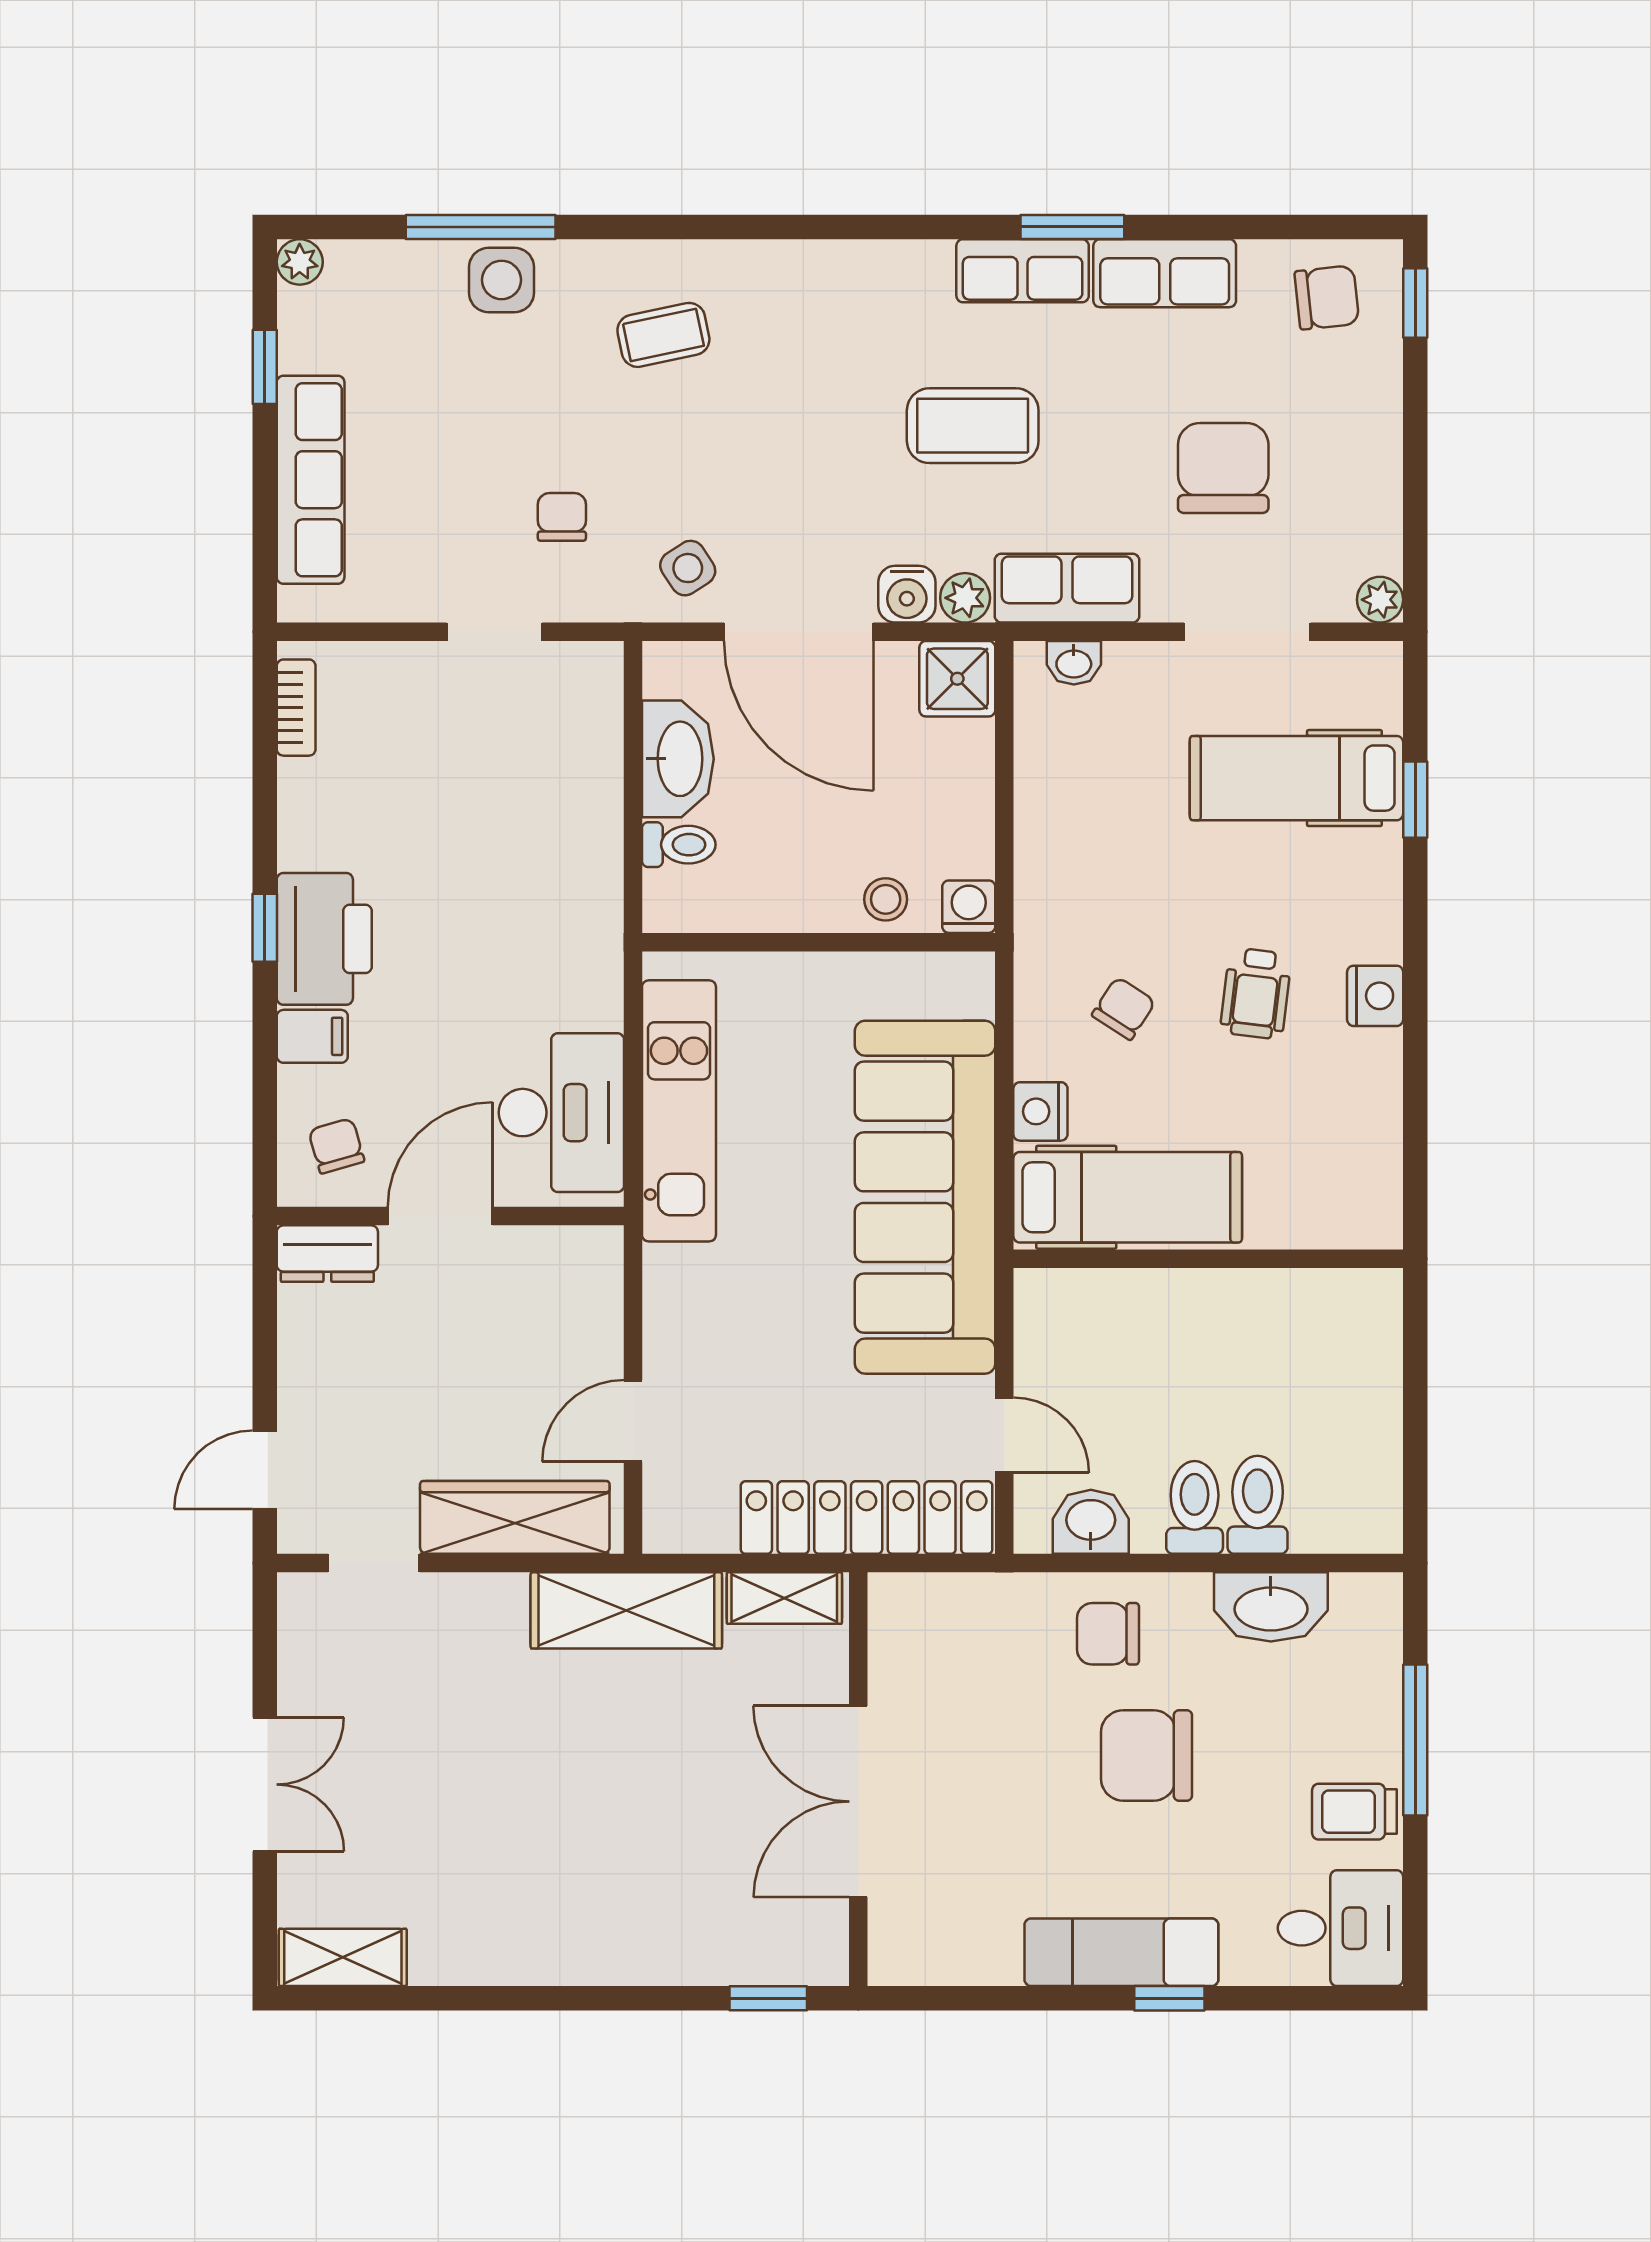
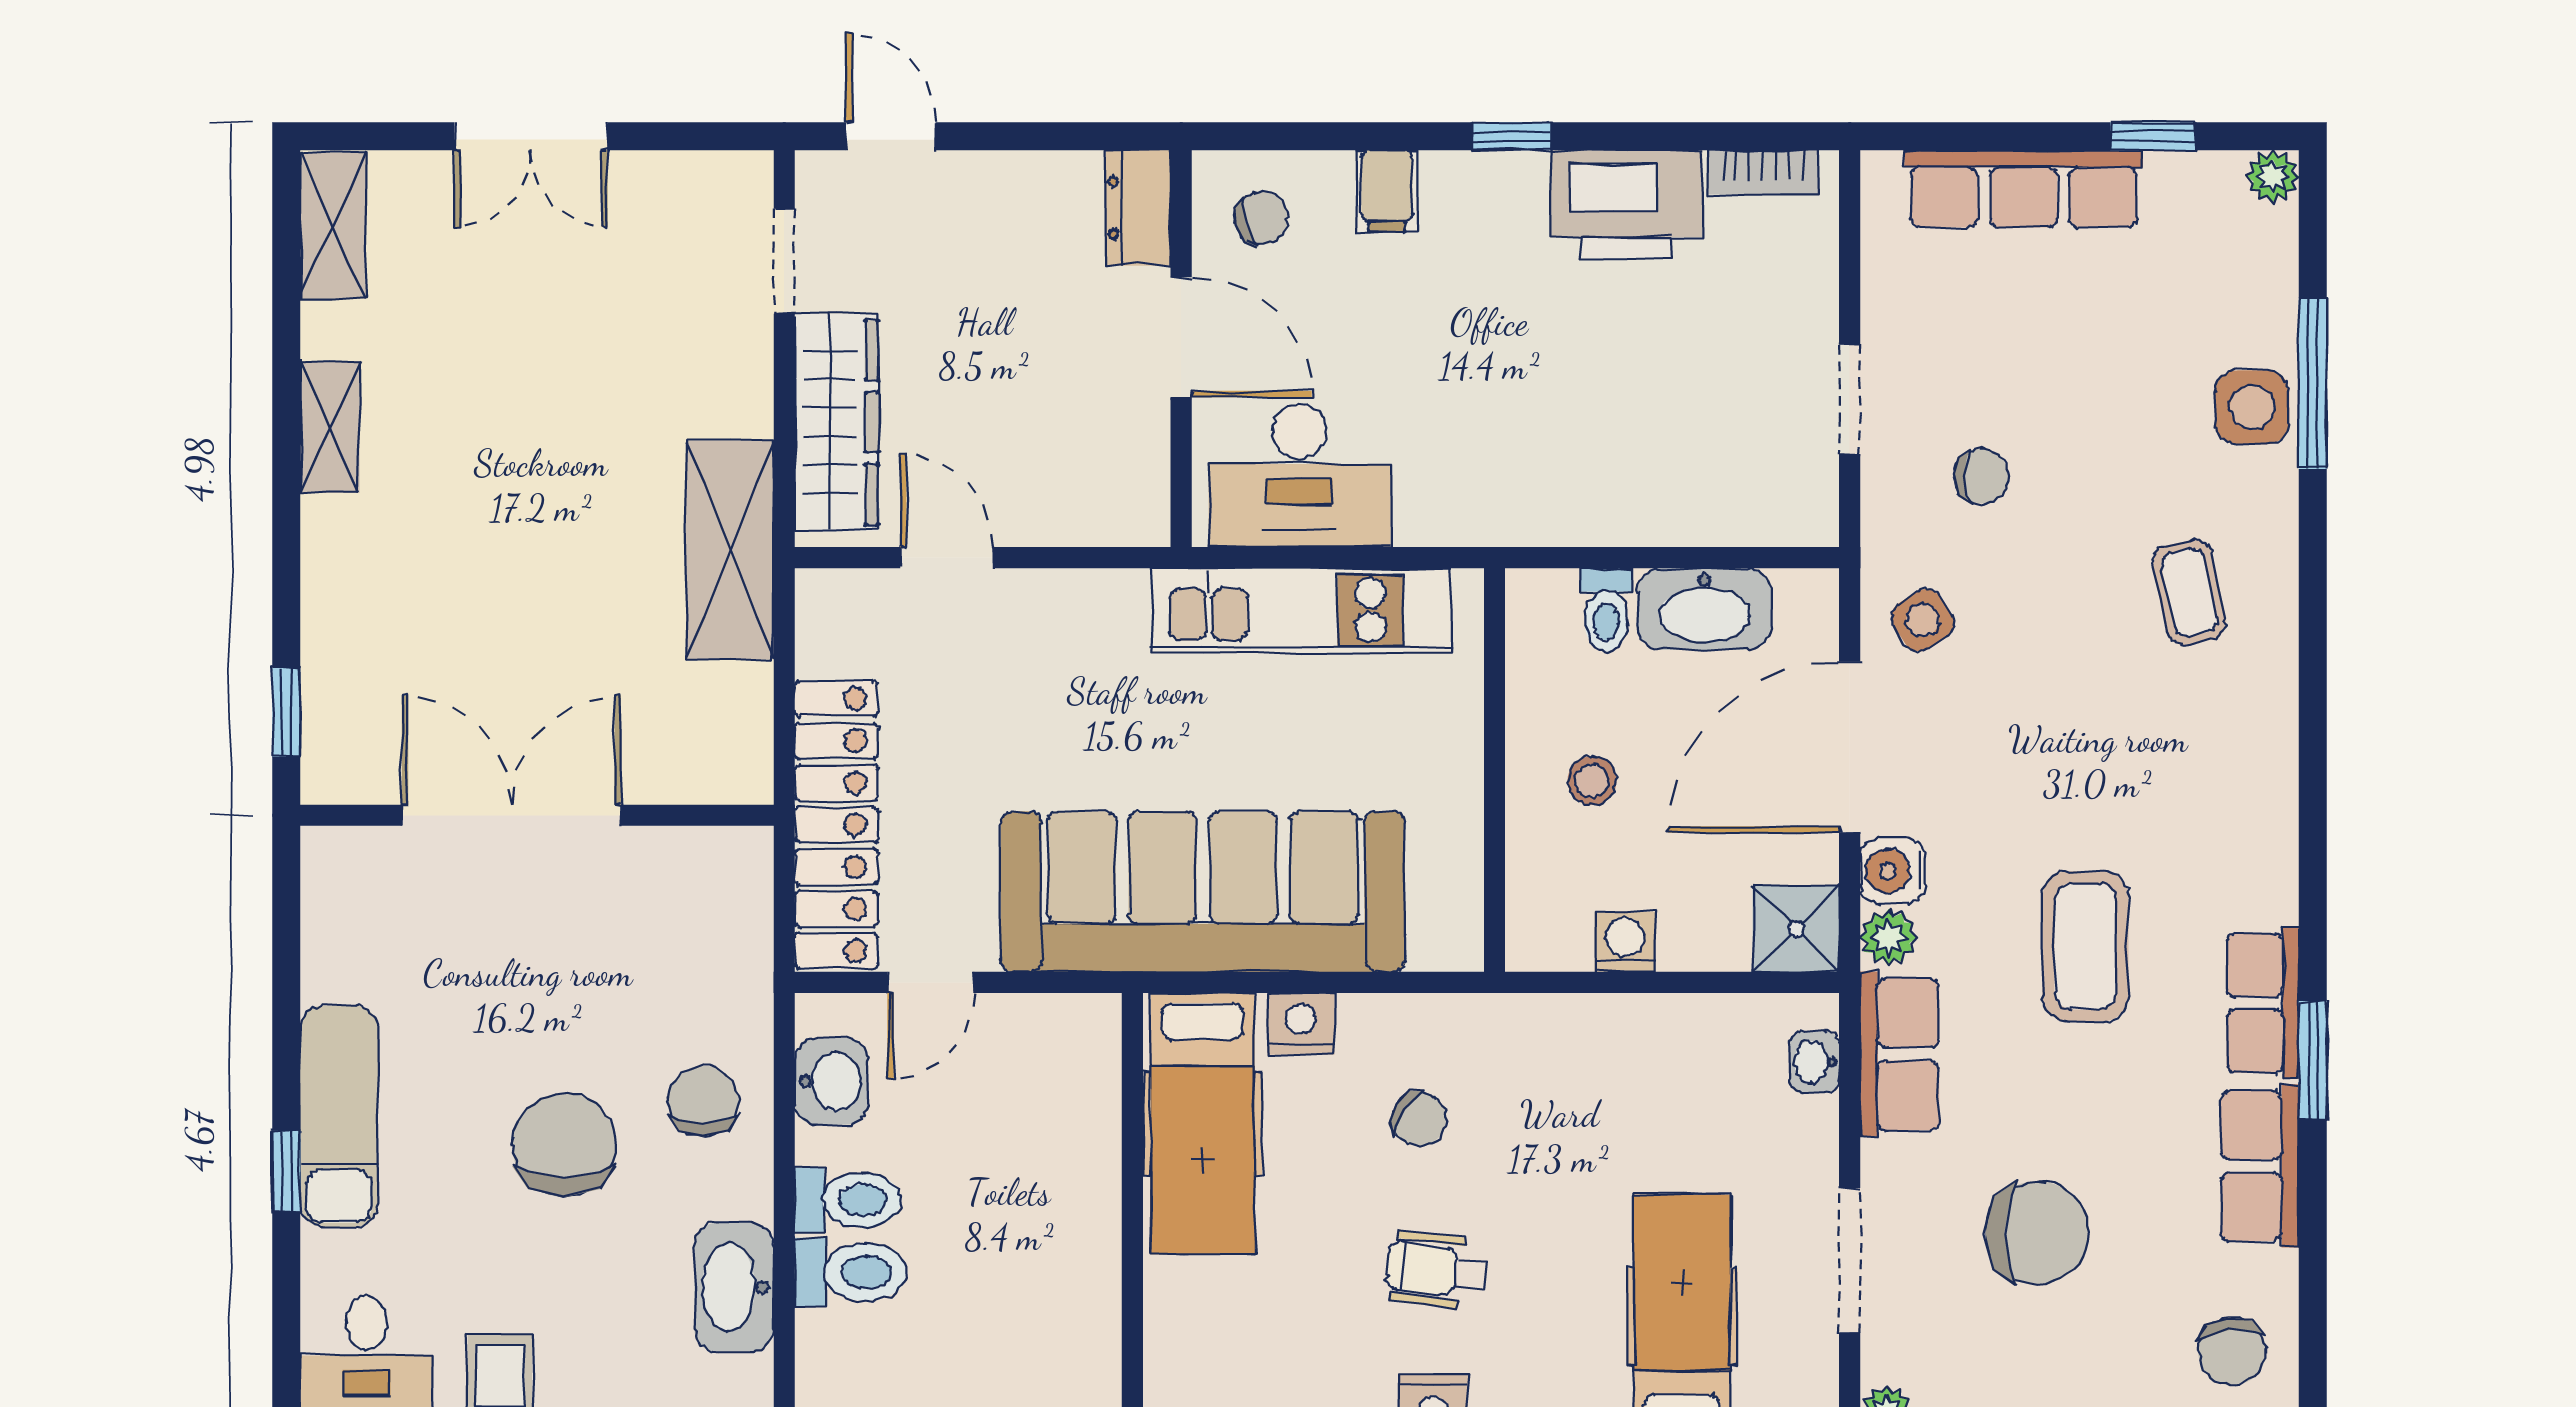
stool: (886, 899) -> (1592, 781), moved
washing machine: (969, 907) -> (1625, 942), moved, turned -90
printer: (324, 939) -> (1627, 204), moved
shelving: (784, 1598) -> (330, 427), moved

